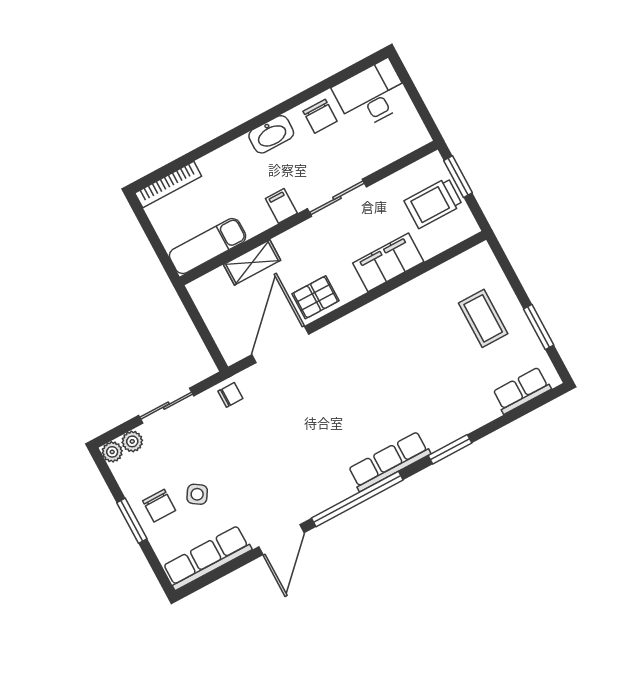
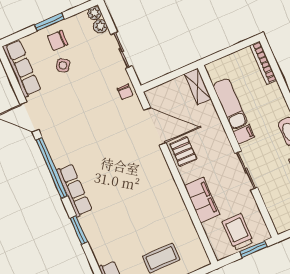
exam couch: (208, 246) -> (230, 104), moved
shelving: (252, 262) -> (198, 86), moved

